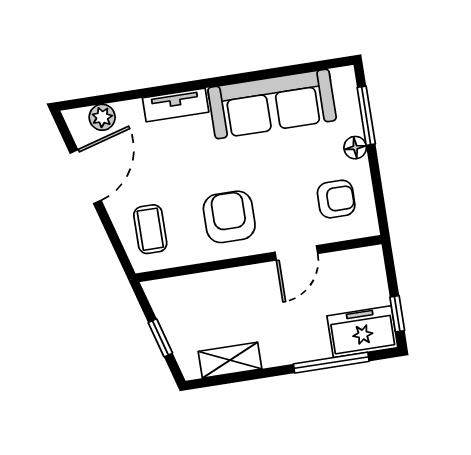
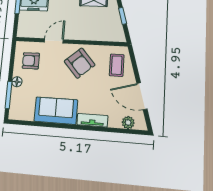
sofa: (272, 104) -> (56, 111), width x0.73
door: (86, 177) -> (142, 96), hinge flipped
armchair: (229, 217) -> (80, 63), turned -41

